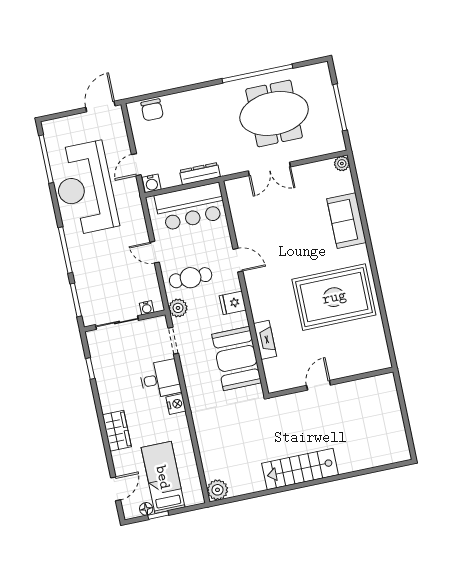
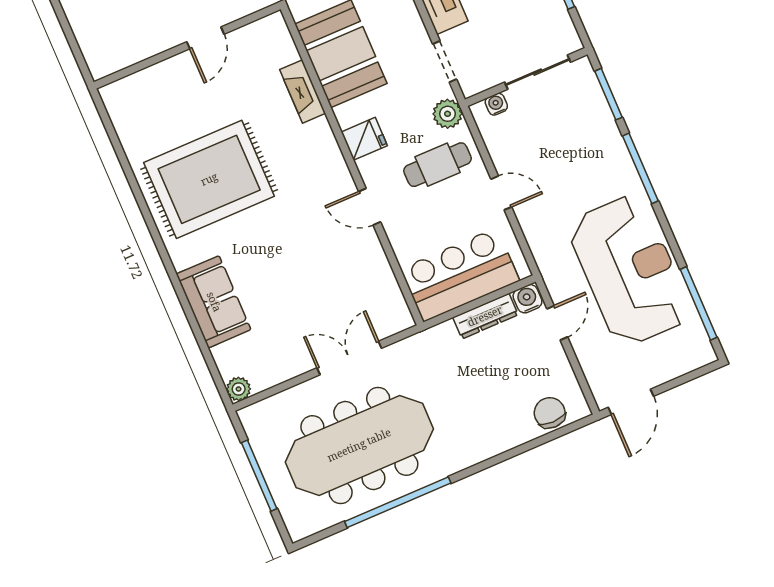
meeting table: (274, 113) -> (359, 445), width x1.36
dresser: (200, 174) -> (485, 316), moved

